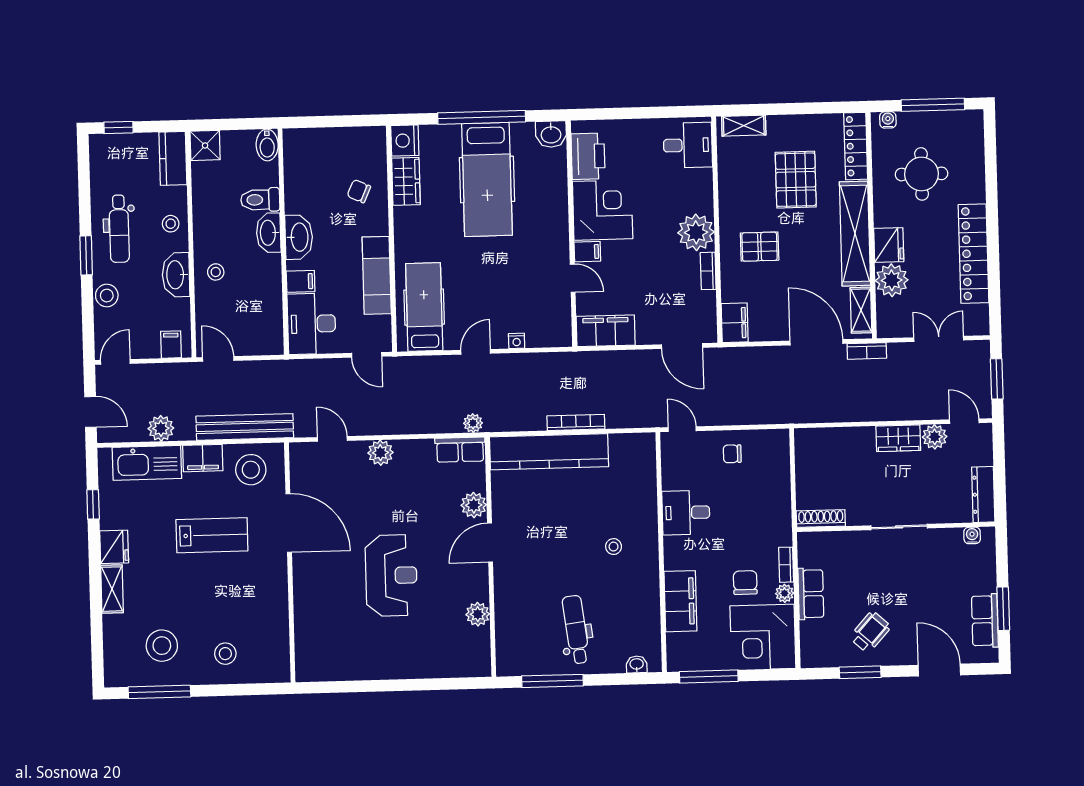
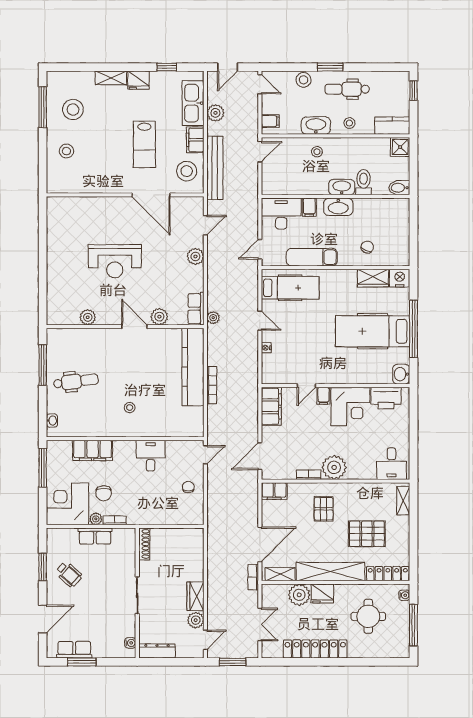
door: (289, 523) -> (151, 195), hinge flipped
chair: (745, 583) -> (104, 493), turned 90

